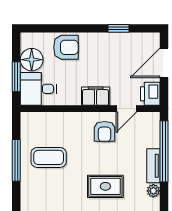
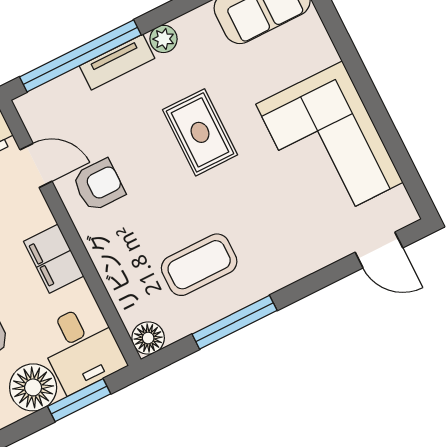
filing cabinet: (96, 96) -> (54, 259), moved
floor lamp: (28, 120) -> (148, 338), added
coffee table: (49, 157) -> (199, 265), turned 90

